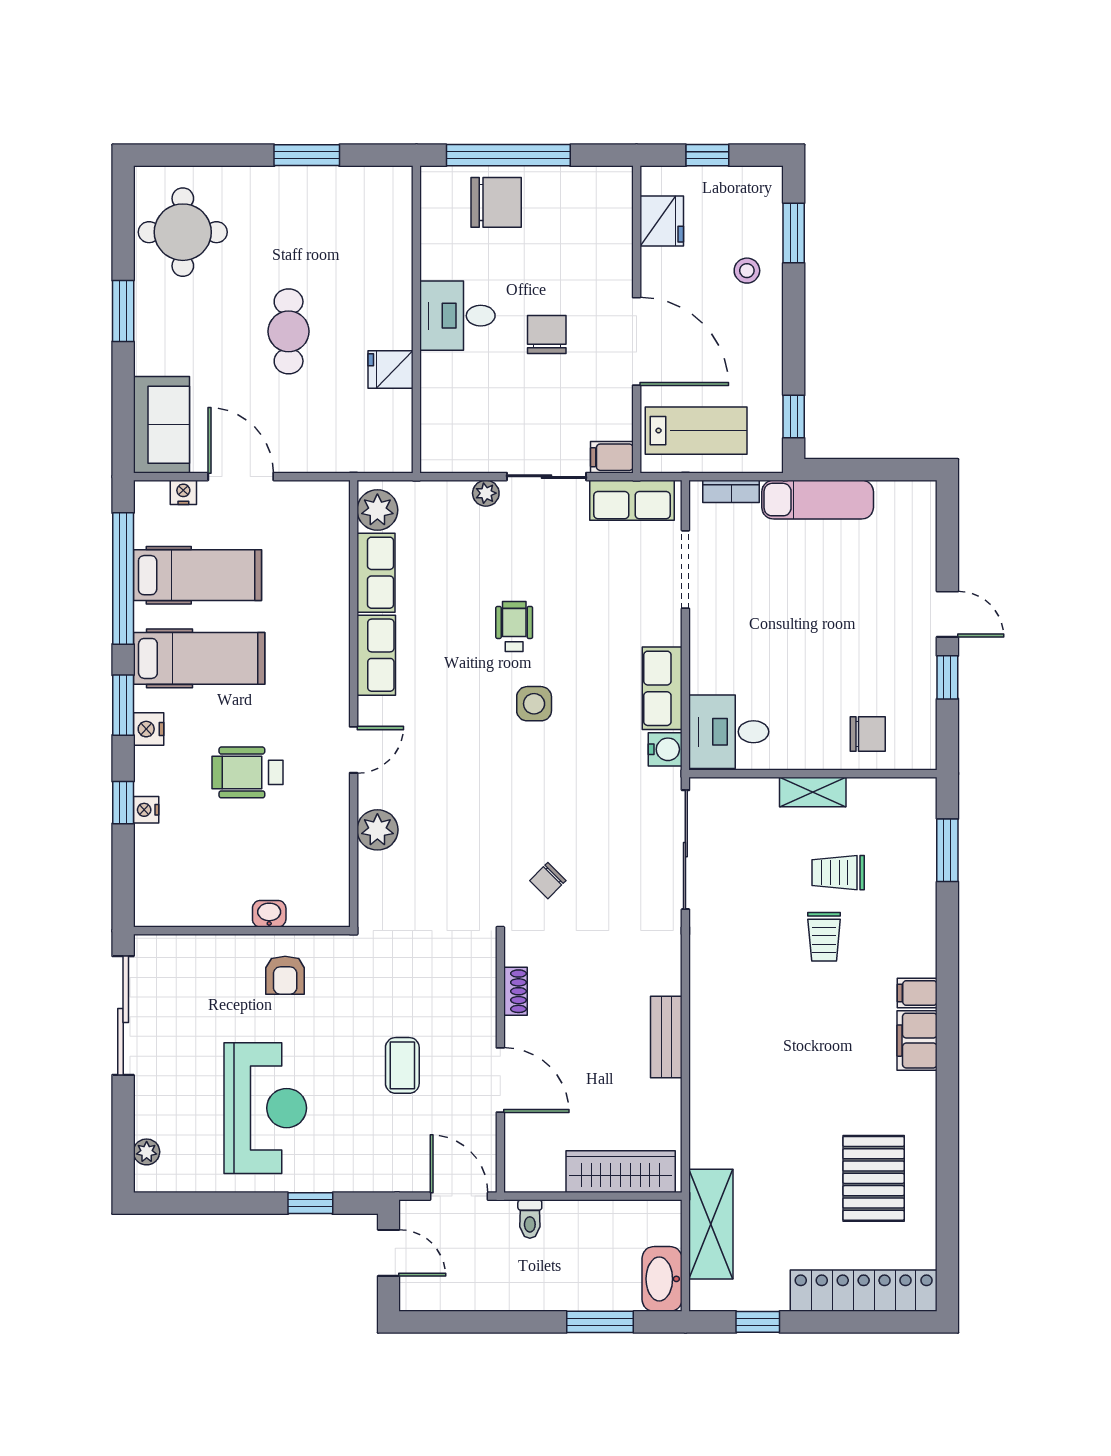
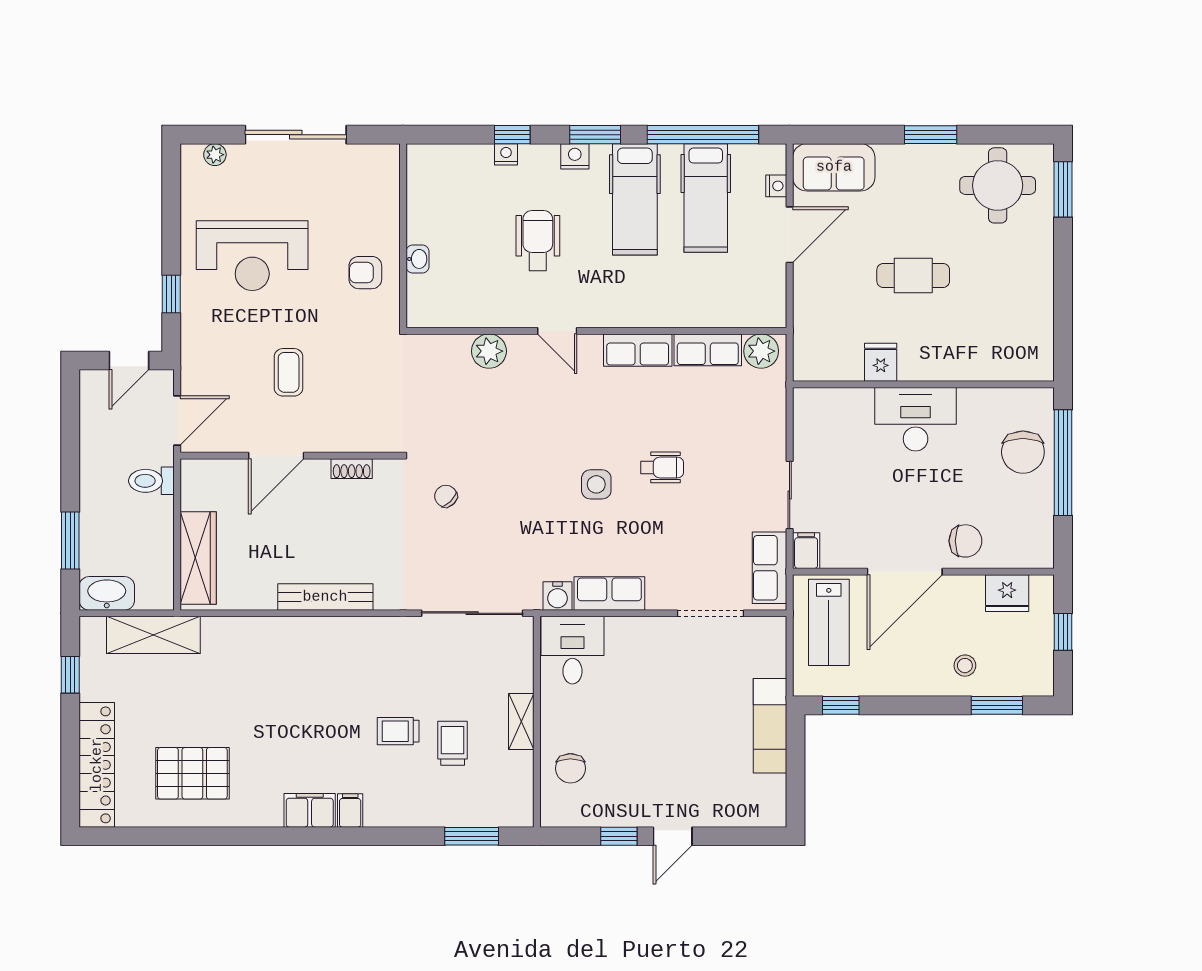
window: (307, 155) -> (1063, 189), moved
desk: (457, 316) -> (916, 419), width x1.37
chair: (547, 335) -> (965, 541), moved
bookcase: (731, 491) -> (777, 652), removed
plant: (486, 493) -> (775, 443), removed
sliding door: (123, 1015) -> (296, 135), moved
bench: (666, 1037) -> (325, 597), width x1.36
coffee table: (402, 1065) -> (289, 372), turned 90
toilet: (530, 1219) -> (151, 481), width x1.37, depth x1.39

